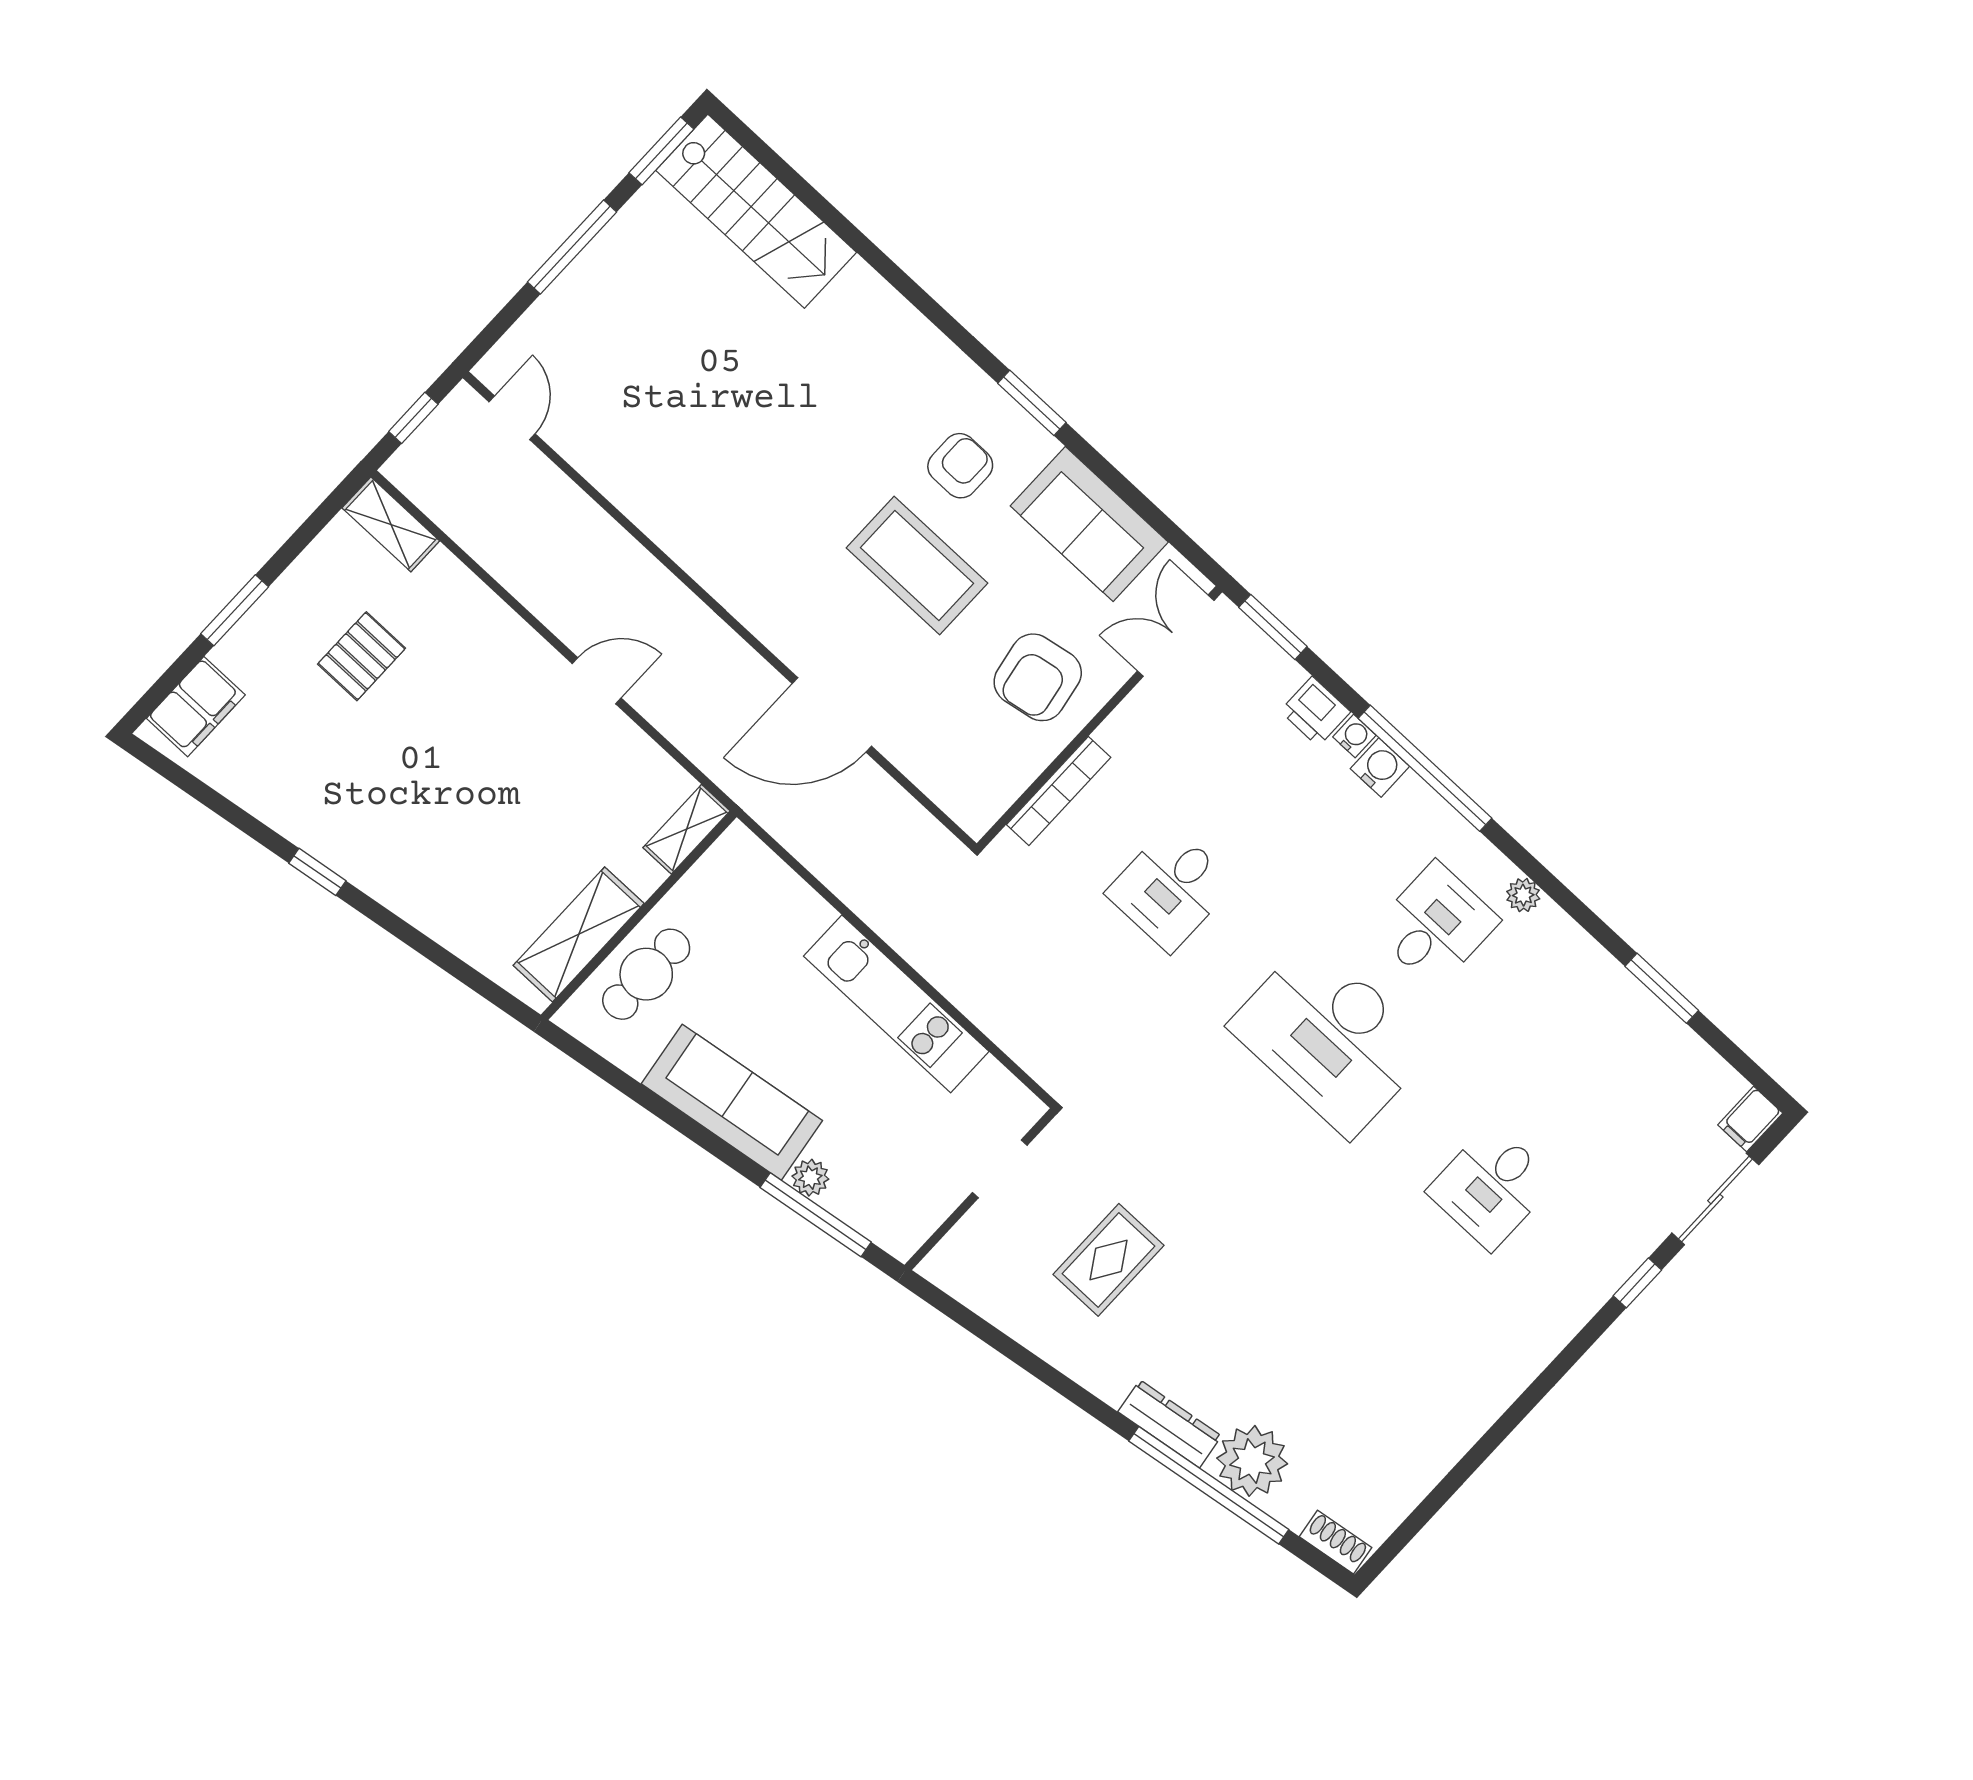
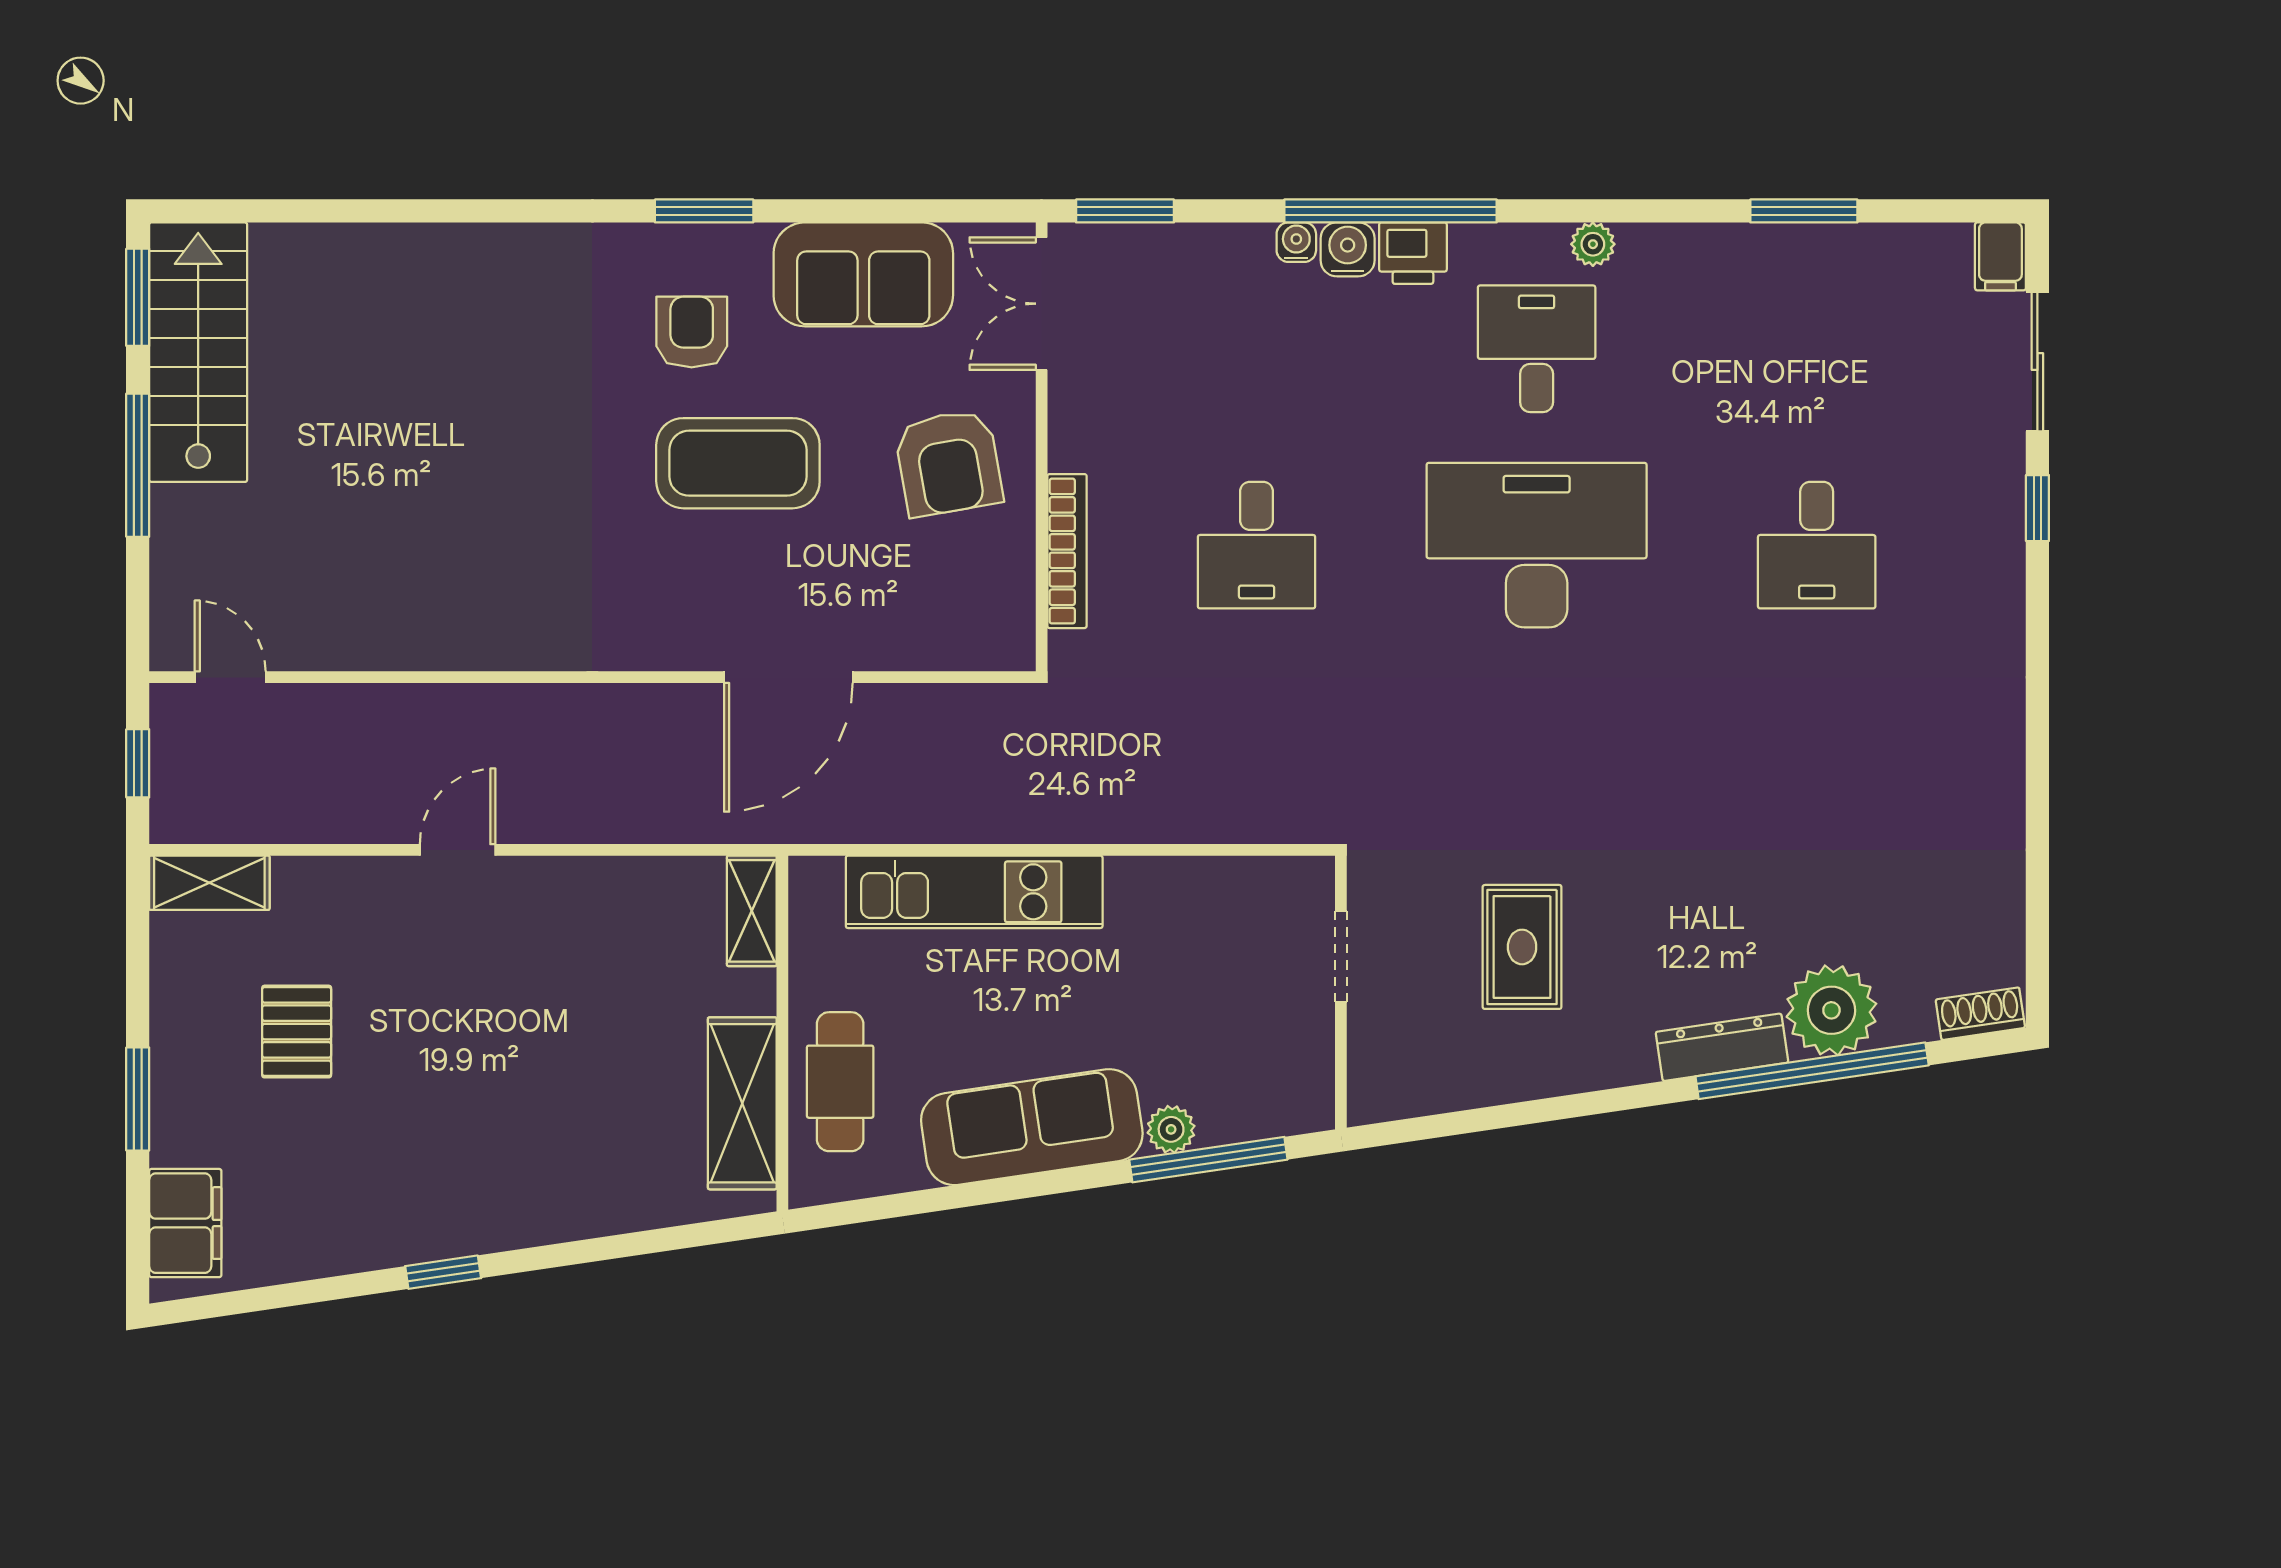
stairs: (756, 211) -> (198, 352), moved, turned -90
door: (597, 681) -> (458, 850), moved
printer: (1315, 711) -> (1413, 253), moved
kitchen unit: (896, 1004) -> (974, 892), moved
desk: (1331, 1037) -> (1537, 545), turned 180

